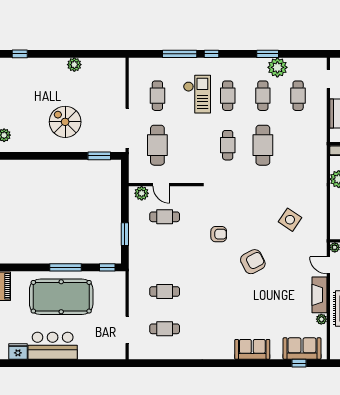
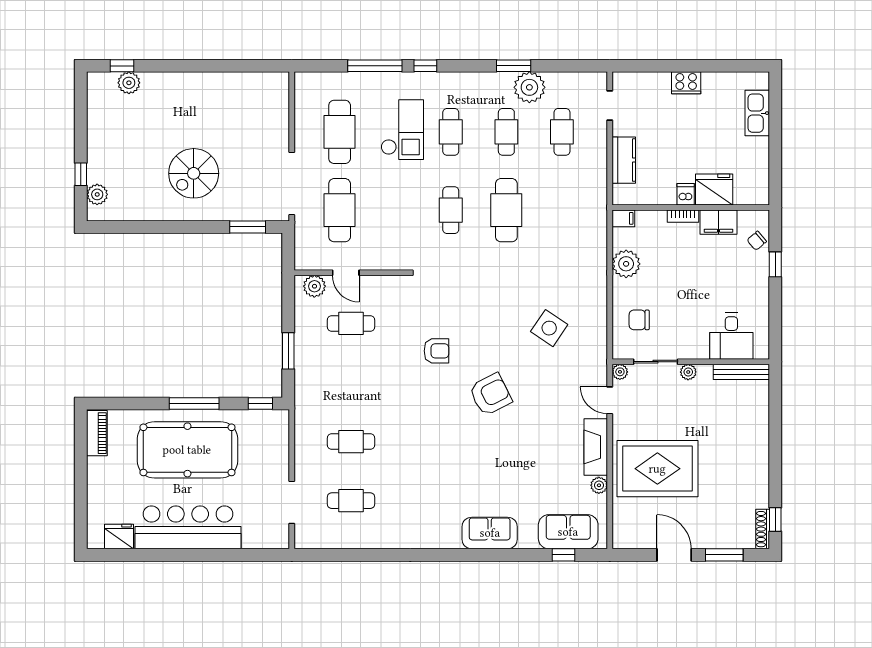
plant: (74, 65) -> (129, 83), moved
cafe table: (157, 96) -> (340, 132), width x1.37, depth x1.35
spiral stairs: (65, 122) -> (194, 173), turned -90
bar counter: (53, 346) -> (188, 527), width x1.36

